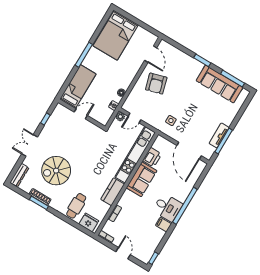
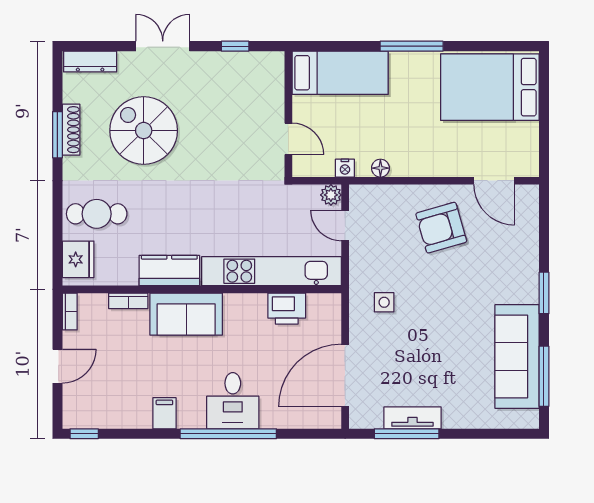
door: (151, 54) -> (494, 181), hinge flipped
door: (81, 114) -> (288, 139), moved
sofa: (142, 179) -> (186, 314), moved
desk: (168, 207) -> (233, 401), moved

